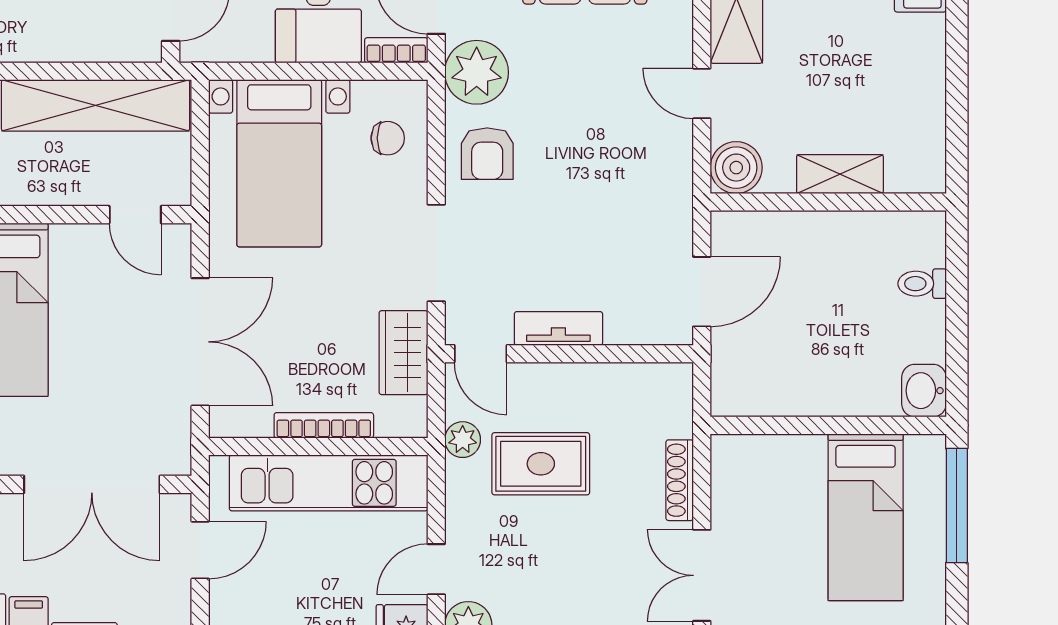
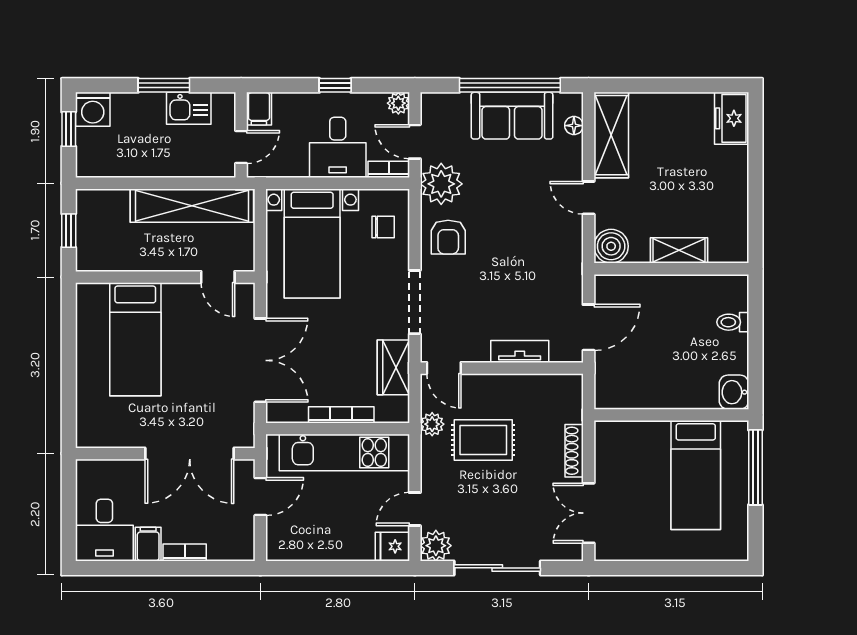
tv unit: (558, 328) -> (520, 351), moved

